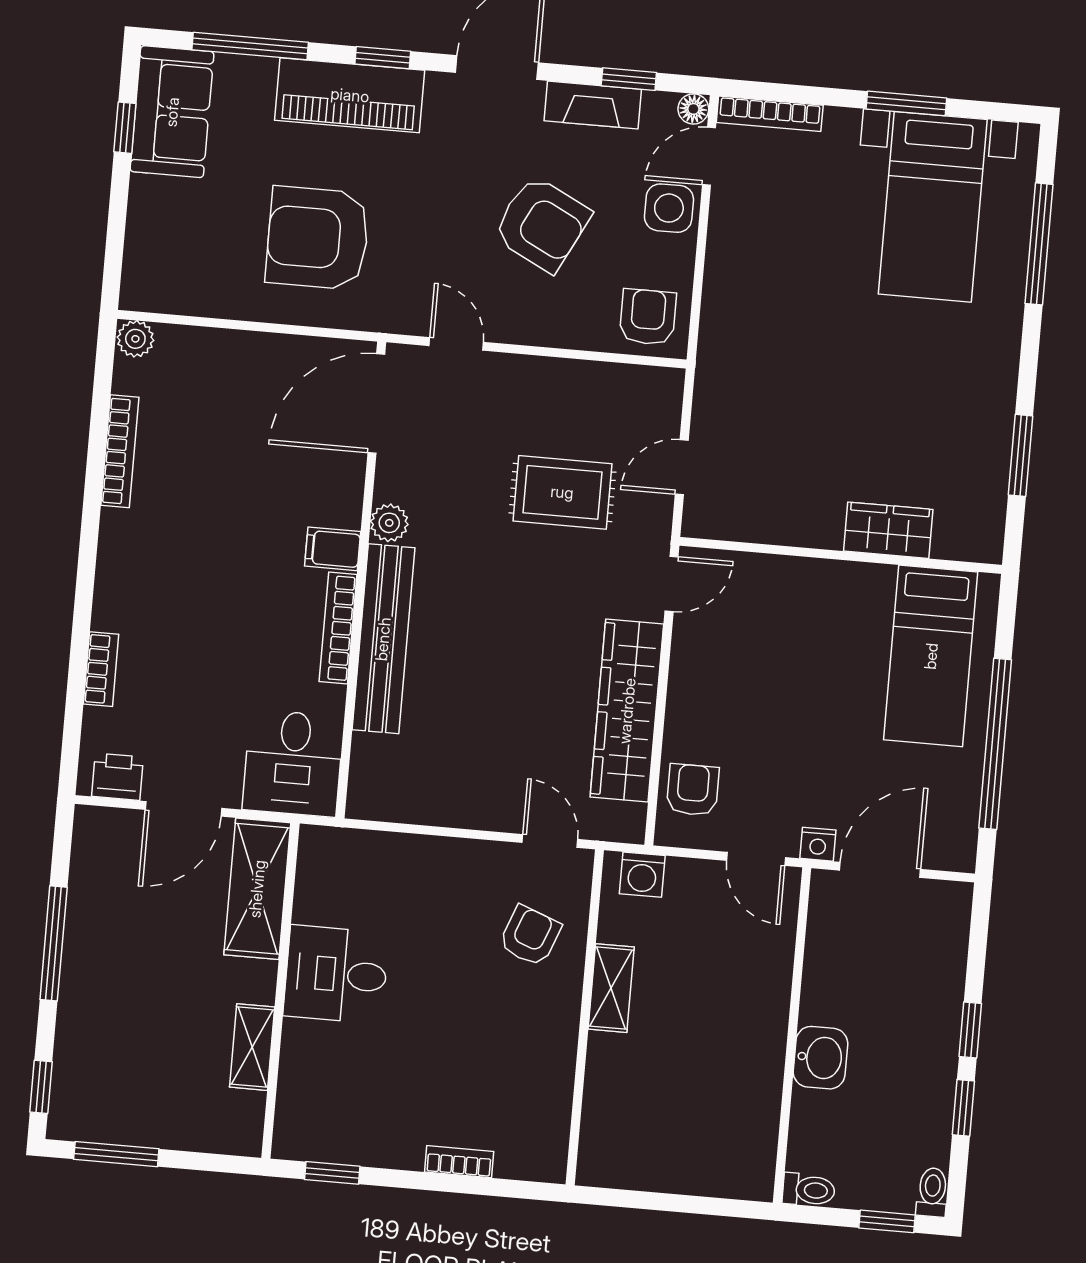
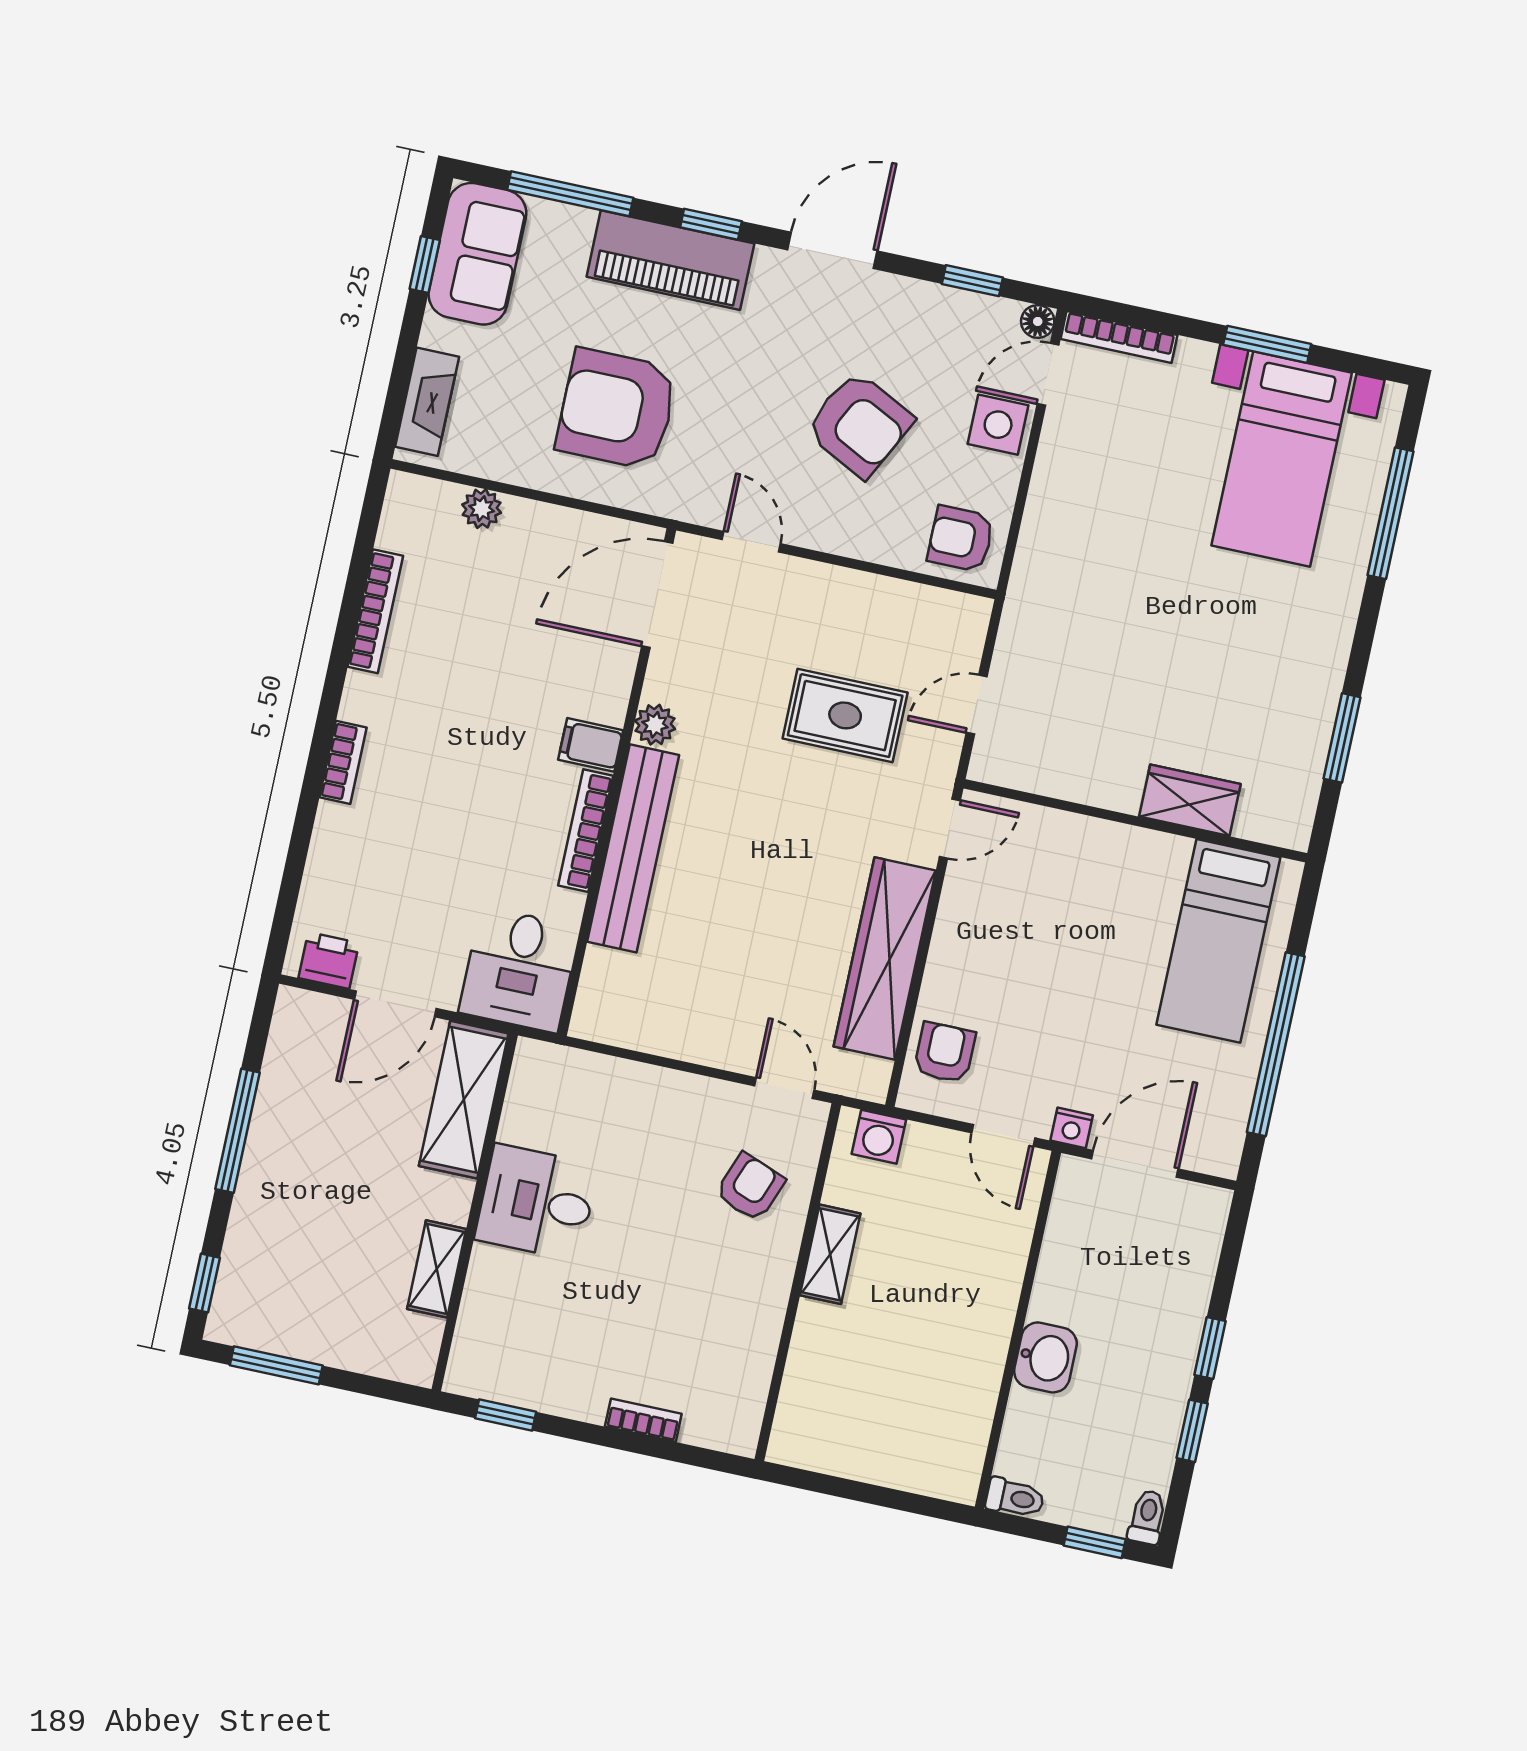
fireplace: (593, 105) -> (427, 402), moved, turned -90
armchair: (648, 317) -> (961, 539), turned -90
plant: (135, 339) -> (482, 509), moved
bookcase: (101, 669) -> (343, 762), moved

